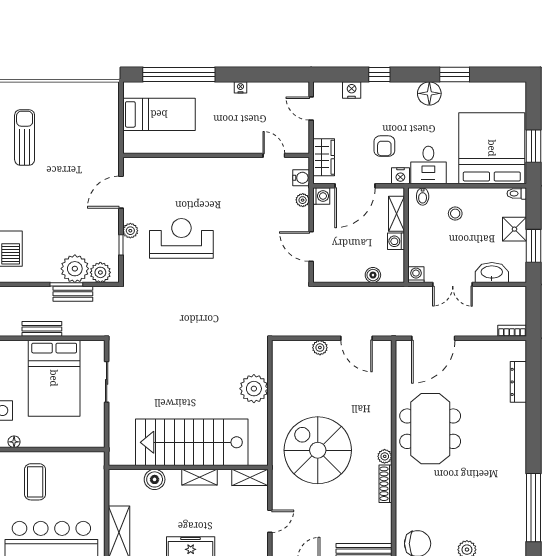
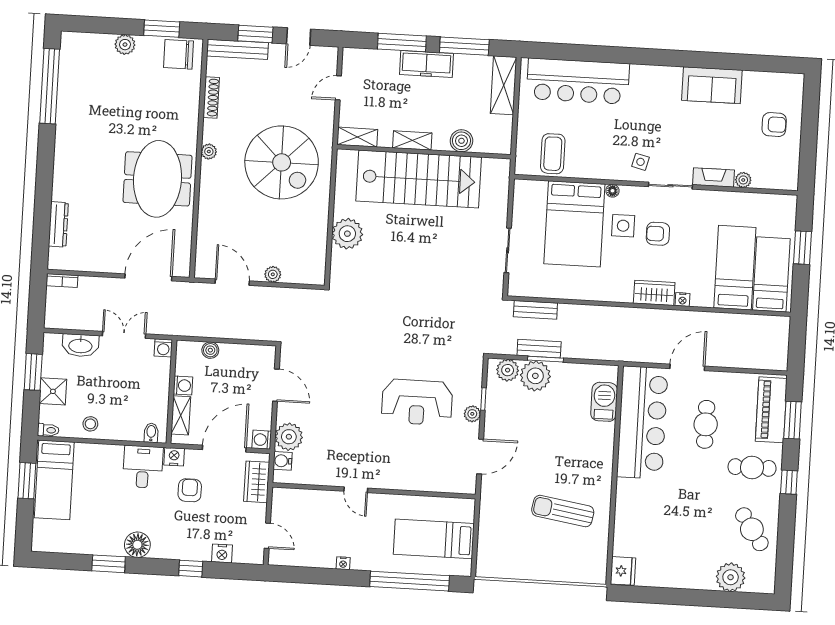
sun lounger: (25, 137) -> (563, 511), moved, turned 99
bed: (492, 148) -> (54, 480), width x0.49
door: (274, 155) -> (356, 490), moved
plant: (303, 200) -> (289, 437), width x1.88, depth x1.88
stool: (455, 214) -> (90, 424), moved
bench: (42, 329) -> (535, 310), moved
bed: (54, 378) -> (574, 224), moved, turned 180
coffee table: (35, 482) -> (553, 154), moved
shoe rack: (385, 484) -> (211, 97), moved

